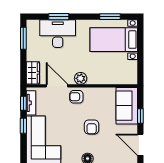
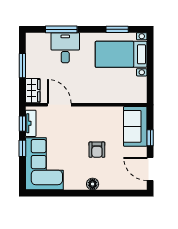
window: (59, 17) -> (61, 29), width x1.44
desk: (58, 34) -> (65, 48), width x0.73
window: (23, 38) -> (22, 66), moved
plant: (81, 78) -> (85, 97), removed
armchair: (76, 97) -> (80, 117), removed

